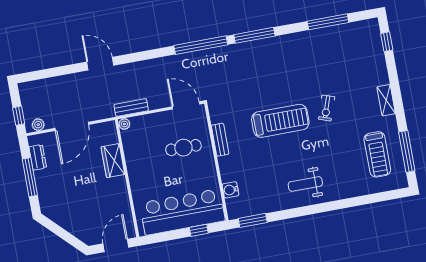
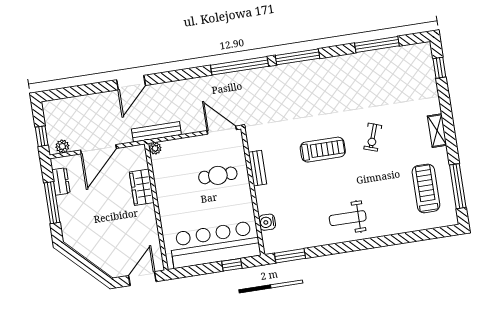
door: (100, 64) -> (131, 83), swing flipped
bench: (131, 108) -> (156, 132), width x1.36
treadmill: (280, 121) -> (323, 150), width x0.73, depth x0.73
treadmill: (377, 154) -> (426, 188), turned 180

